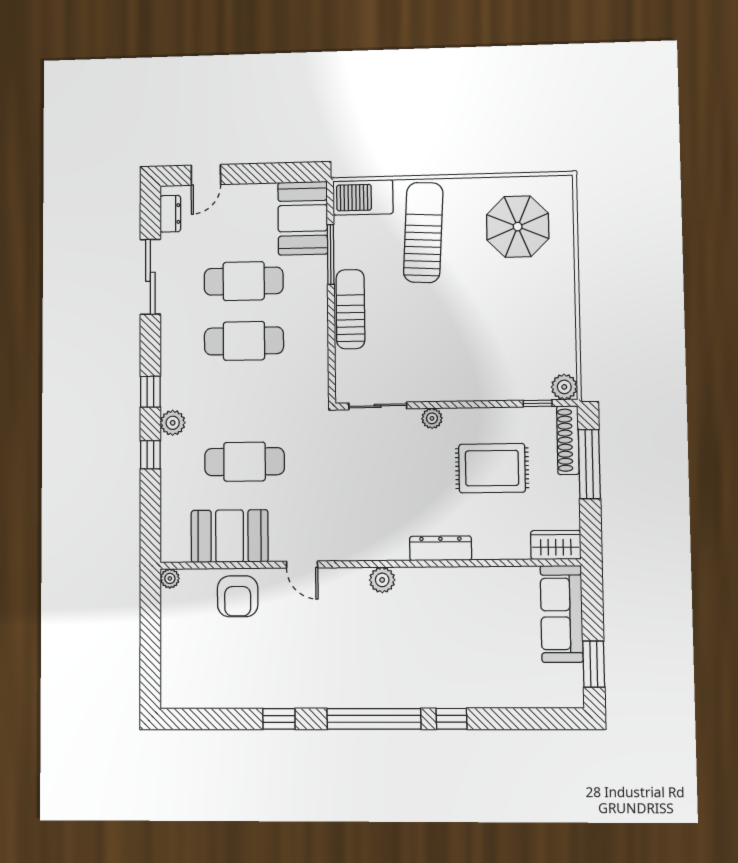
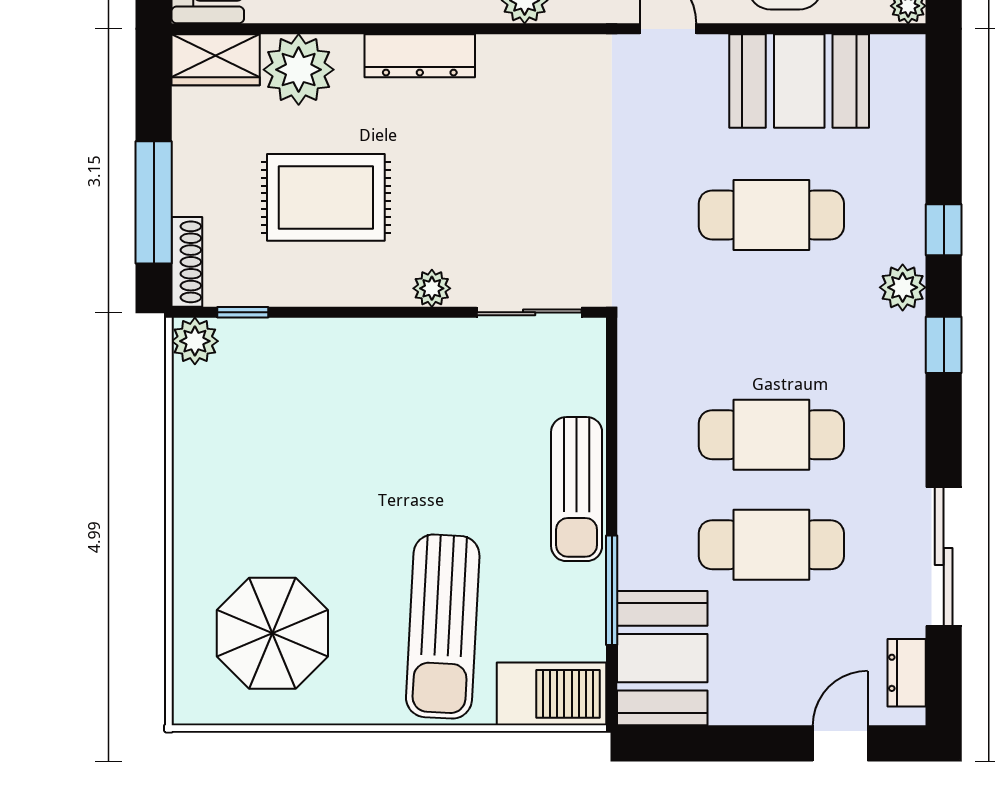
shoe rack: (568, 440) -> (187, 262), width x0.74, depth x0.81
plant: (509, 540) -> (299, 70), added

